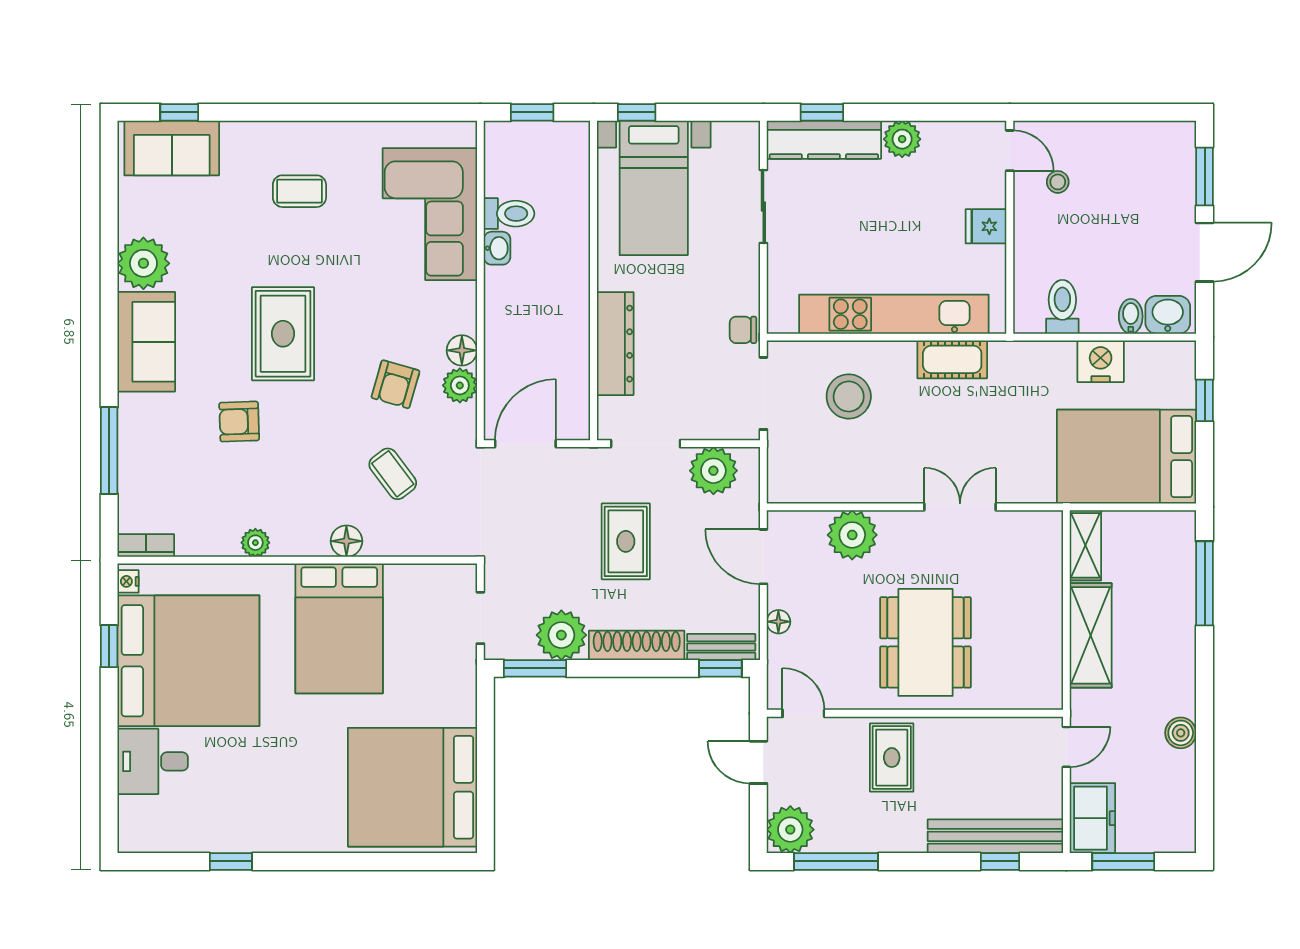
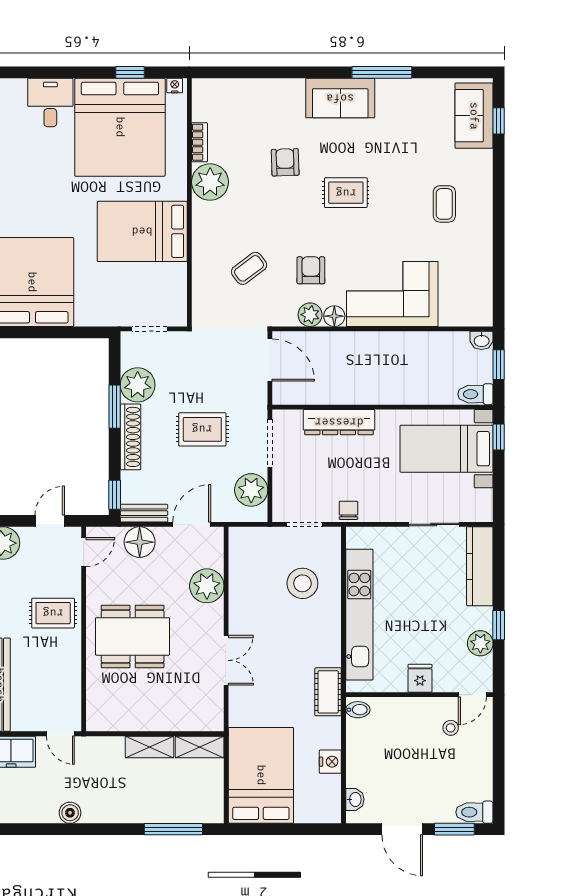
window: (822, 112) -> (499, 625), moved
plant: (902, 139) -> (480, 643), moved
corner sofa: (430, 214) -> (392, 294), moved
toilet: (509, 214) -> (475, 394), moved, turned 90
washbasin: (497, 248) -> (482, 340), moved
plant: (143, 263) -> (394, 96), removed
toilet: (1062, 307) -> (474, 812), moved, turned 180
washbasin: (1168, 315) -> (355, 799), width x0.72, depth x0.69
bidet: (1131, 316) -> (358, 710), moved
rug: (283, 334) -> (346, 193), width x0.73, depth x0.70
cot: (952, 359) -> (328, 692), moved
nightstand: (1101, 361) -> (330, 762), width x0.74, depth x0.75
armchair: (395, 384) -> (311, 270), turned 74
doorway: (763, 393) -> (305, 524), width x0.73
window: (1205, 400) -> (300, 829), removed
window: (109, 450) -> (382, 72), moved
floor lamp: (346, 541) -> (203, 236), removed
plant: (255, 543) -> (210, 182), width x1.88, depth x1.88
bookcase: (146, 545) -> (199, 142), moved
floor lamp: (778, 622) -> (140, 542), width x1.89, depth x1.89
shelving: (1091, 635) -> (149, 747), width x0.67, depth x0.75
bench: (721, 647) -> (144, 513), moved, turned 90
window: (535, 668) -> (115, 407), moved

